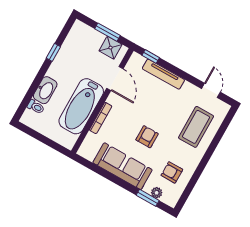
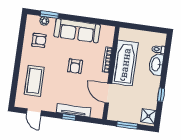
shower: (111, 48) -> (148, 116), moved
window: (151, 56) -> (69, 117), moved
armchair: (147, 137) -> (75, 66), moved

